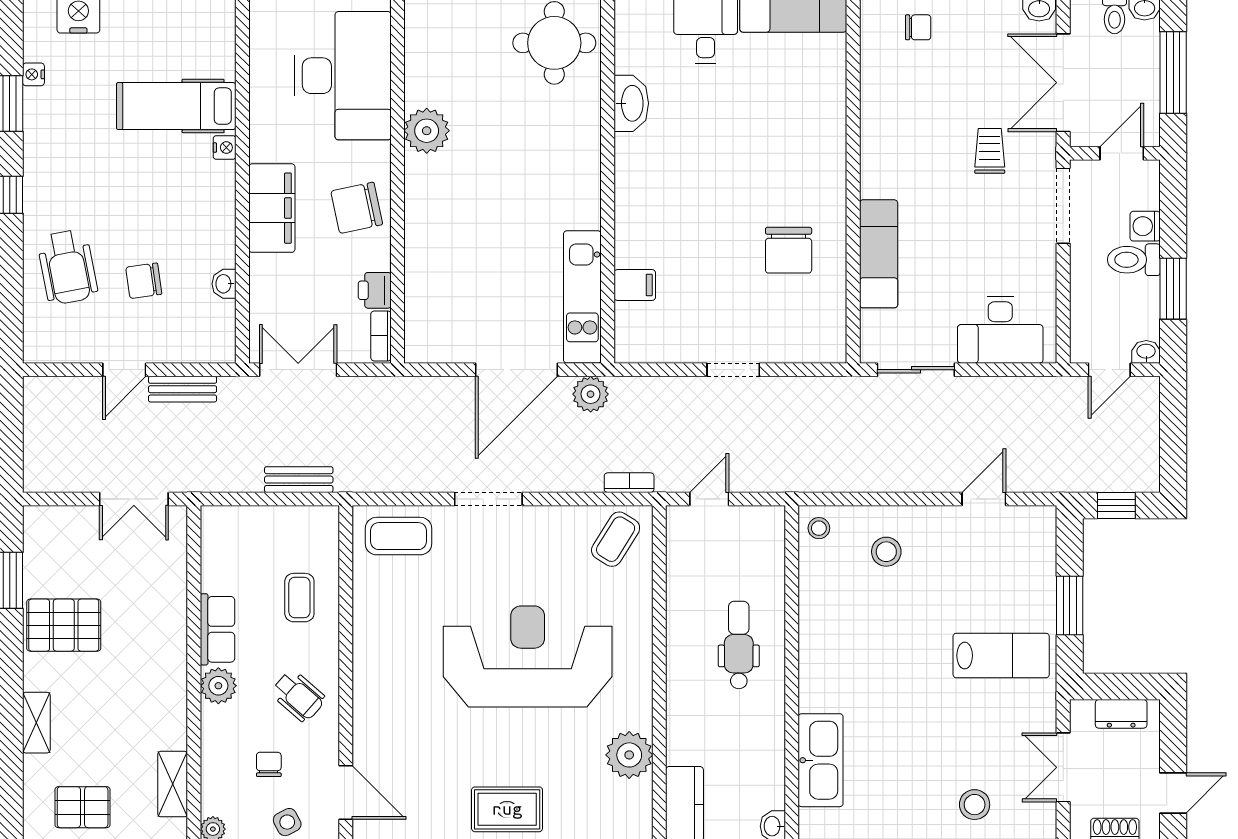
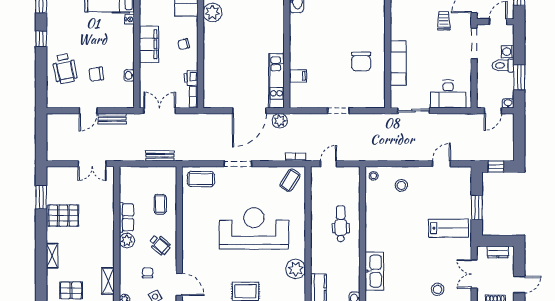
chair: (357, 208) -> (184, 44), width x0.54, depth x0.54

